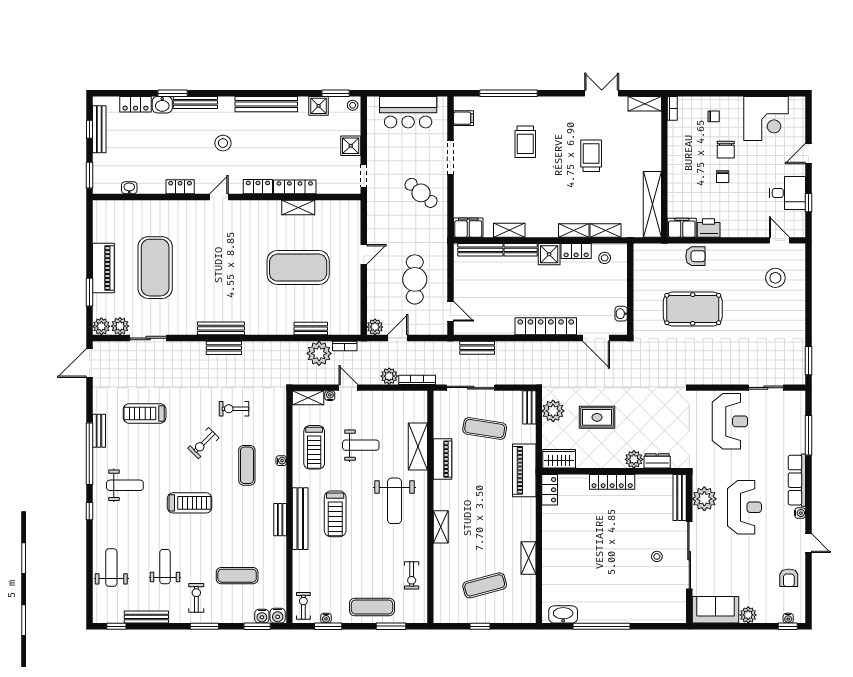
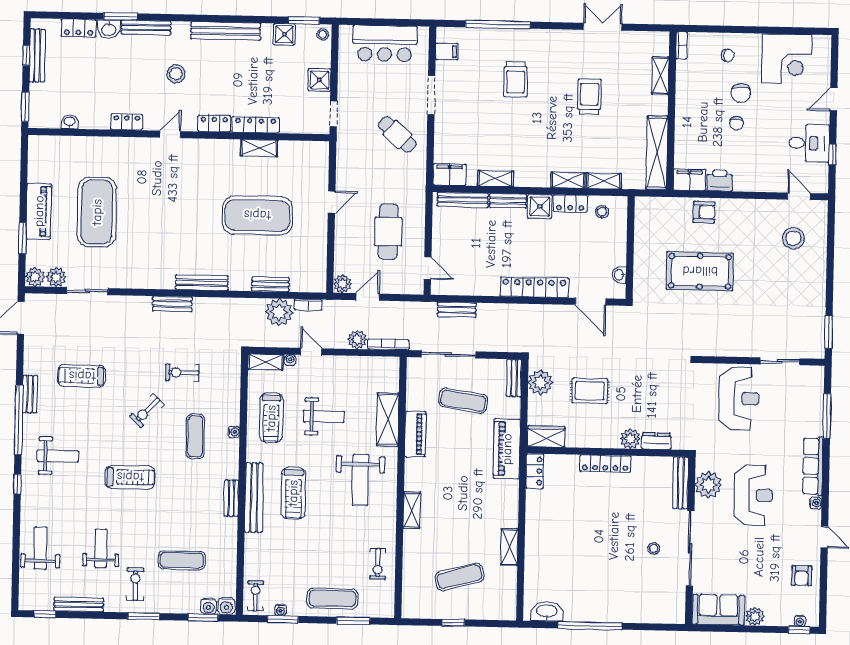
shelving: (645, 104) -> (660, 76), moved, turned 90
bench: (221, 328) -> (202, 283), moved

